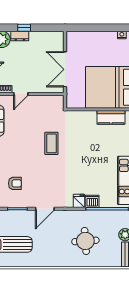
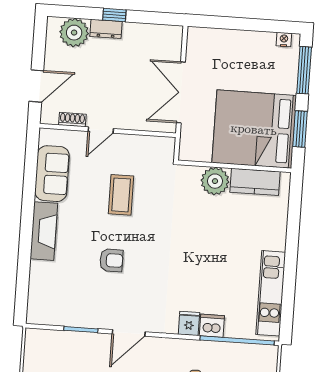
plant: (88, 119) -> (215, 181), added
coffee table: (51, 143) -> (121, 195), moved
armchair: (15, 183) -> (111, 260), moved

